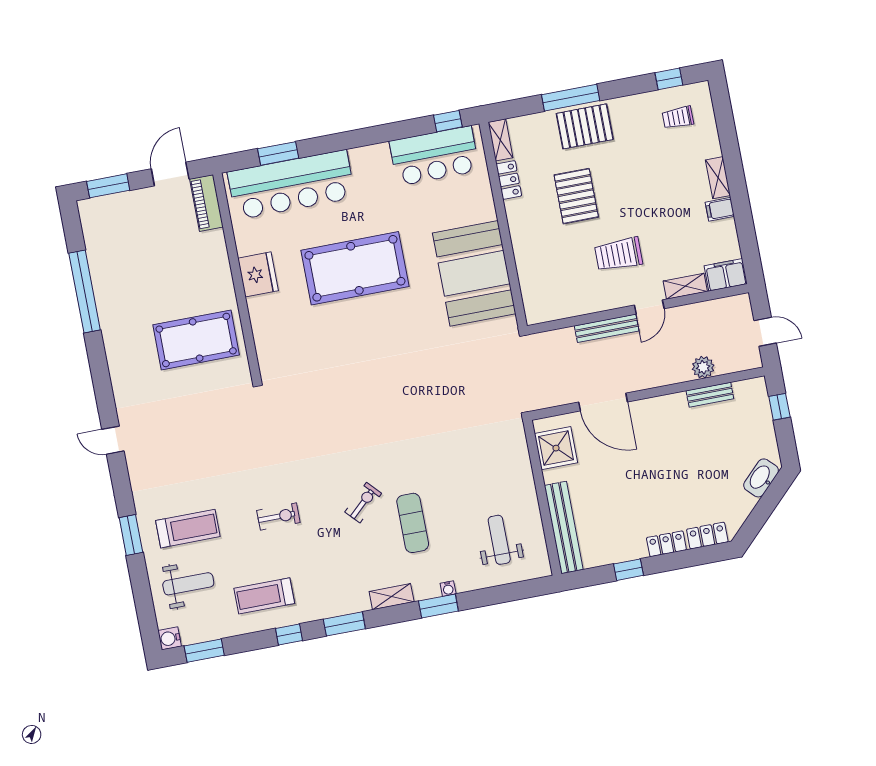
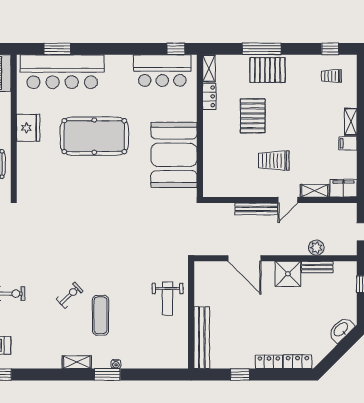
shower: (556, 448) -> (288, 274), moved
weight bench: (499, 540) -> (168, 299), moved, turned 180
window: (344, 624) -> (41, 375), removed

